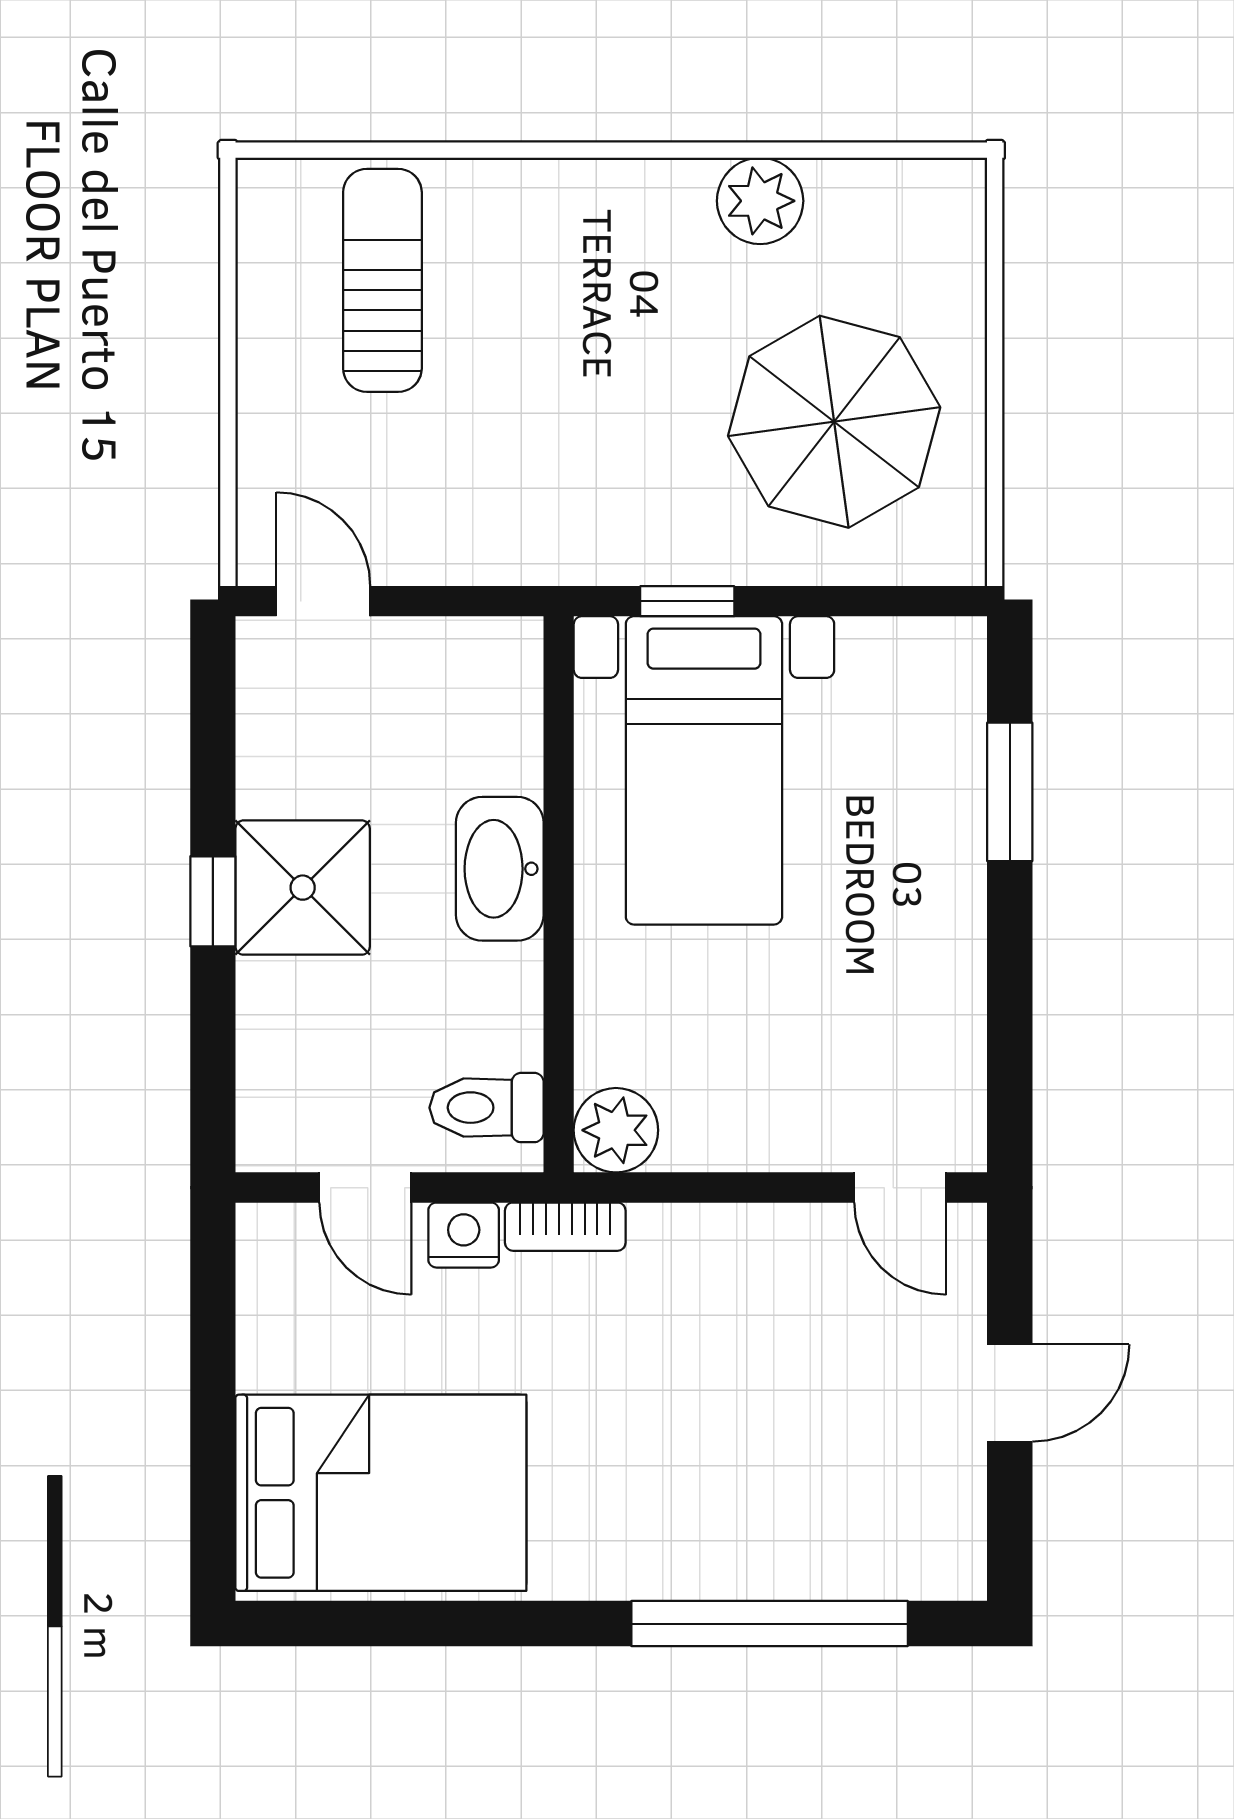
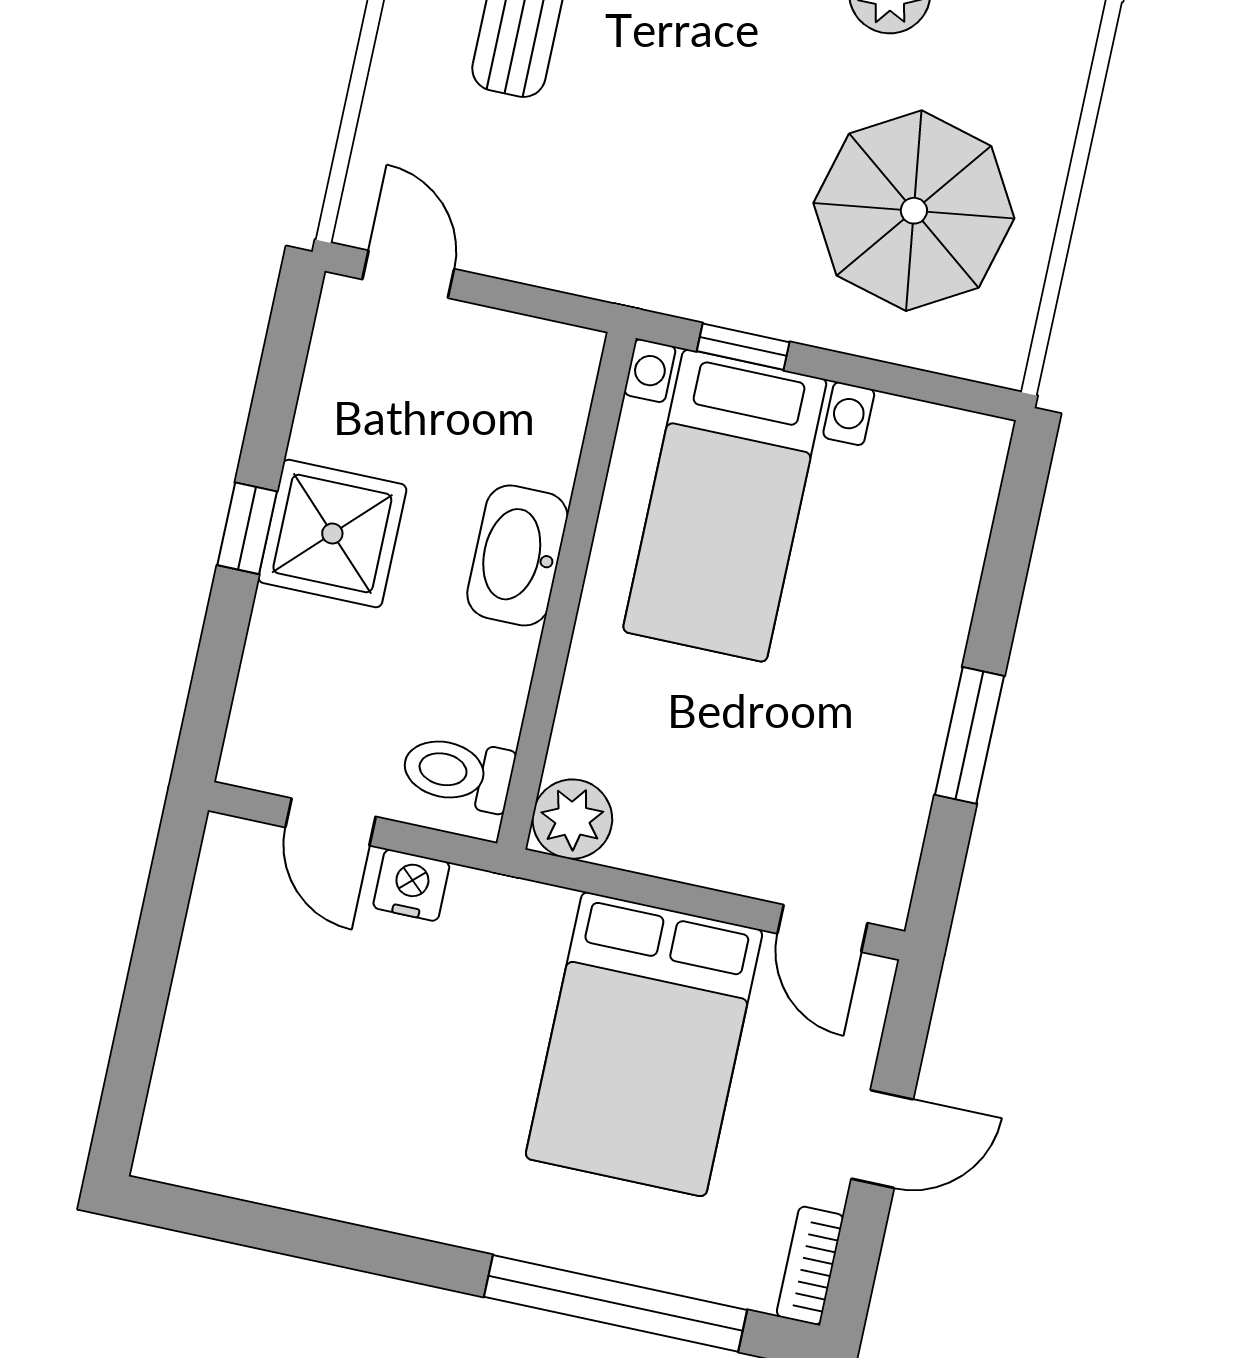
window: (1010, 792) -> (970, 735), moved
bookcase: (565, 1227) -> (810, 1266), moved, turned 90
bed: (381, 1493) -> (644, 1044), moved, turned 90

